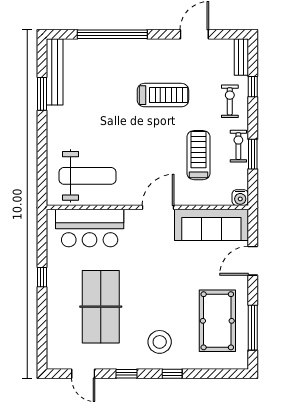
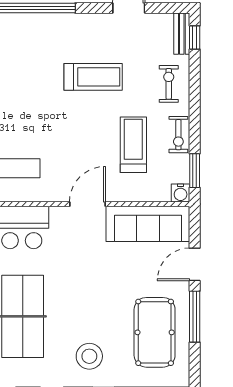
window: (253, 87) -> (195, 37), moved
exercise bike: (238, 146) -> (178, 135), turned 180
window: (253, 154) -> (195, 171), moved
window: (253, 328) -> (195, 317), moved

